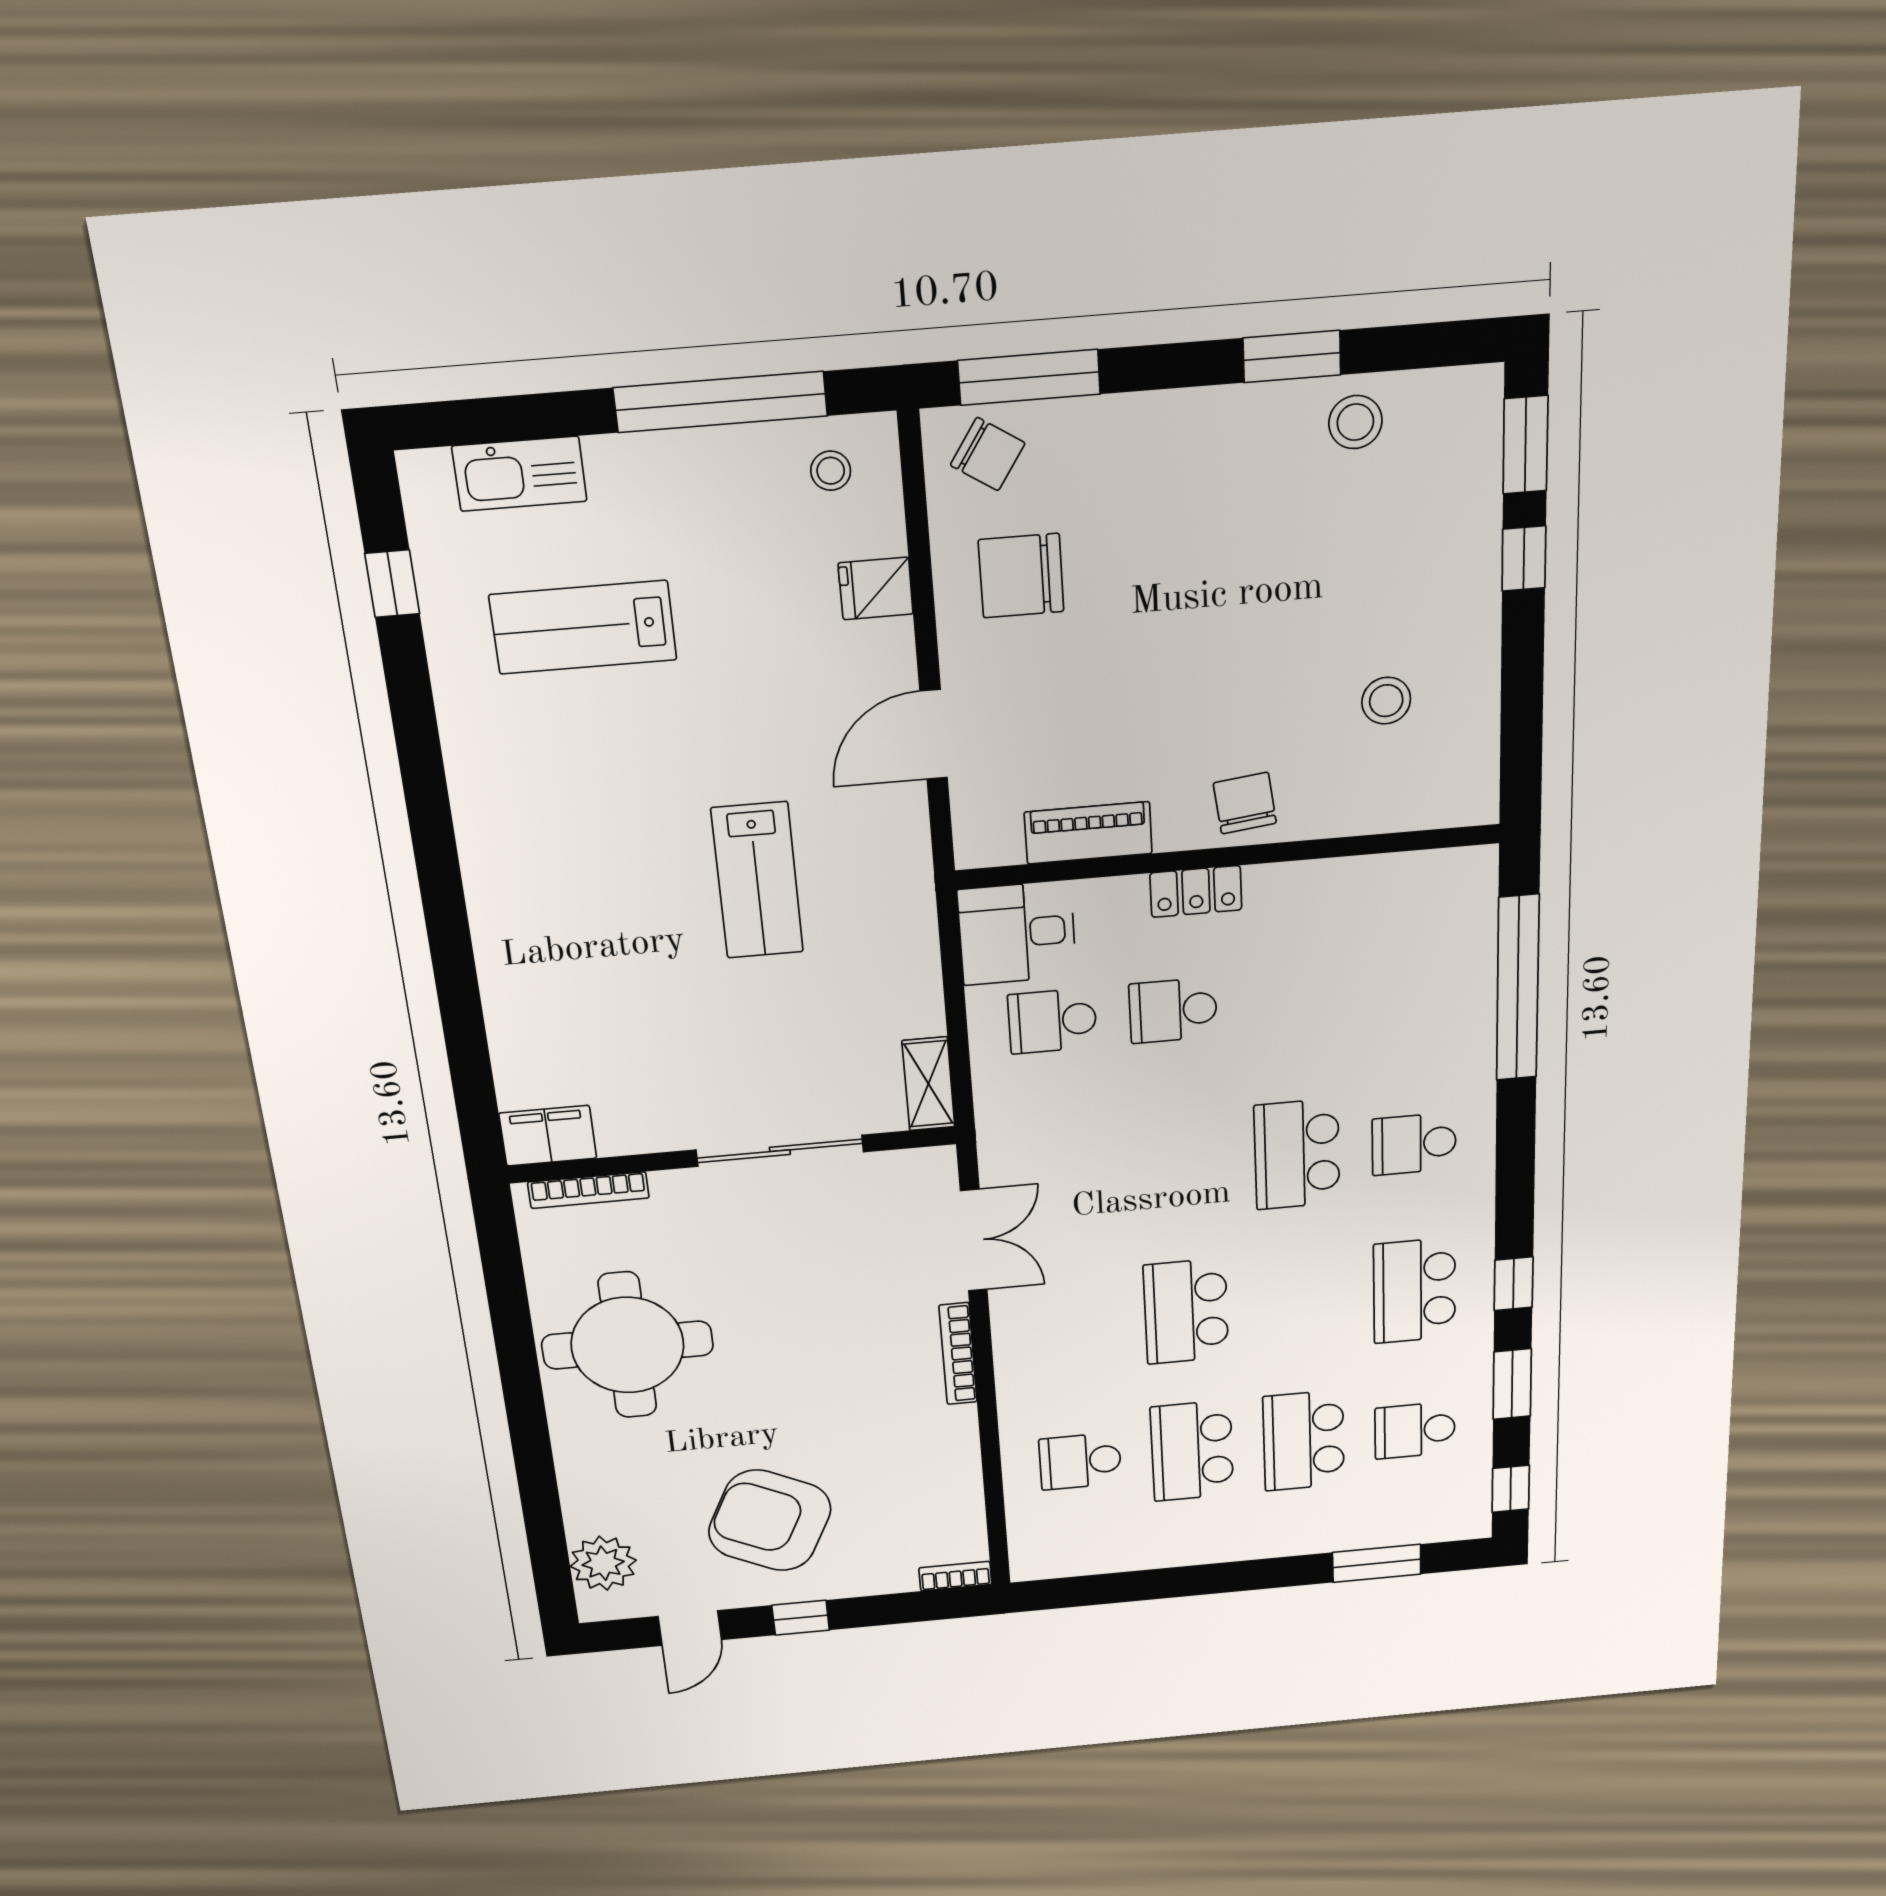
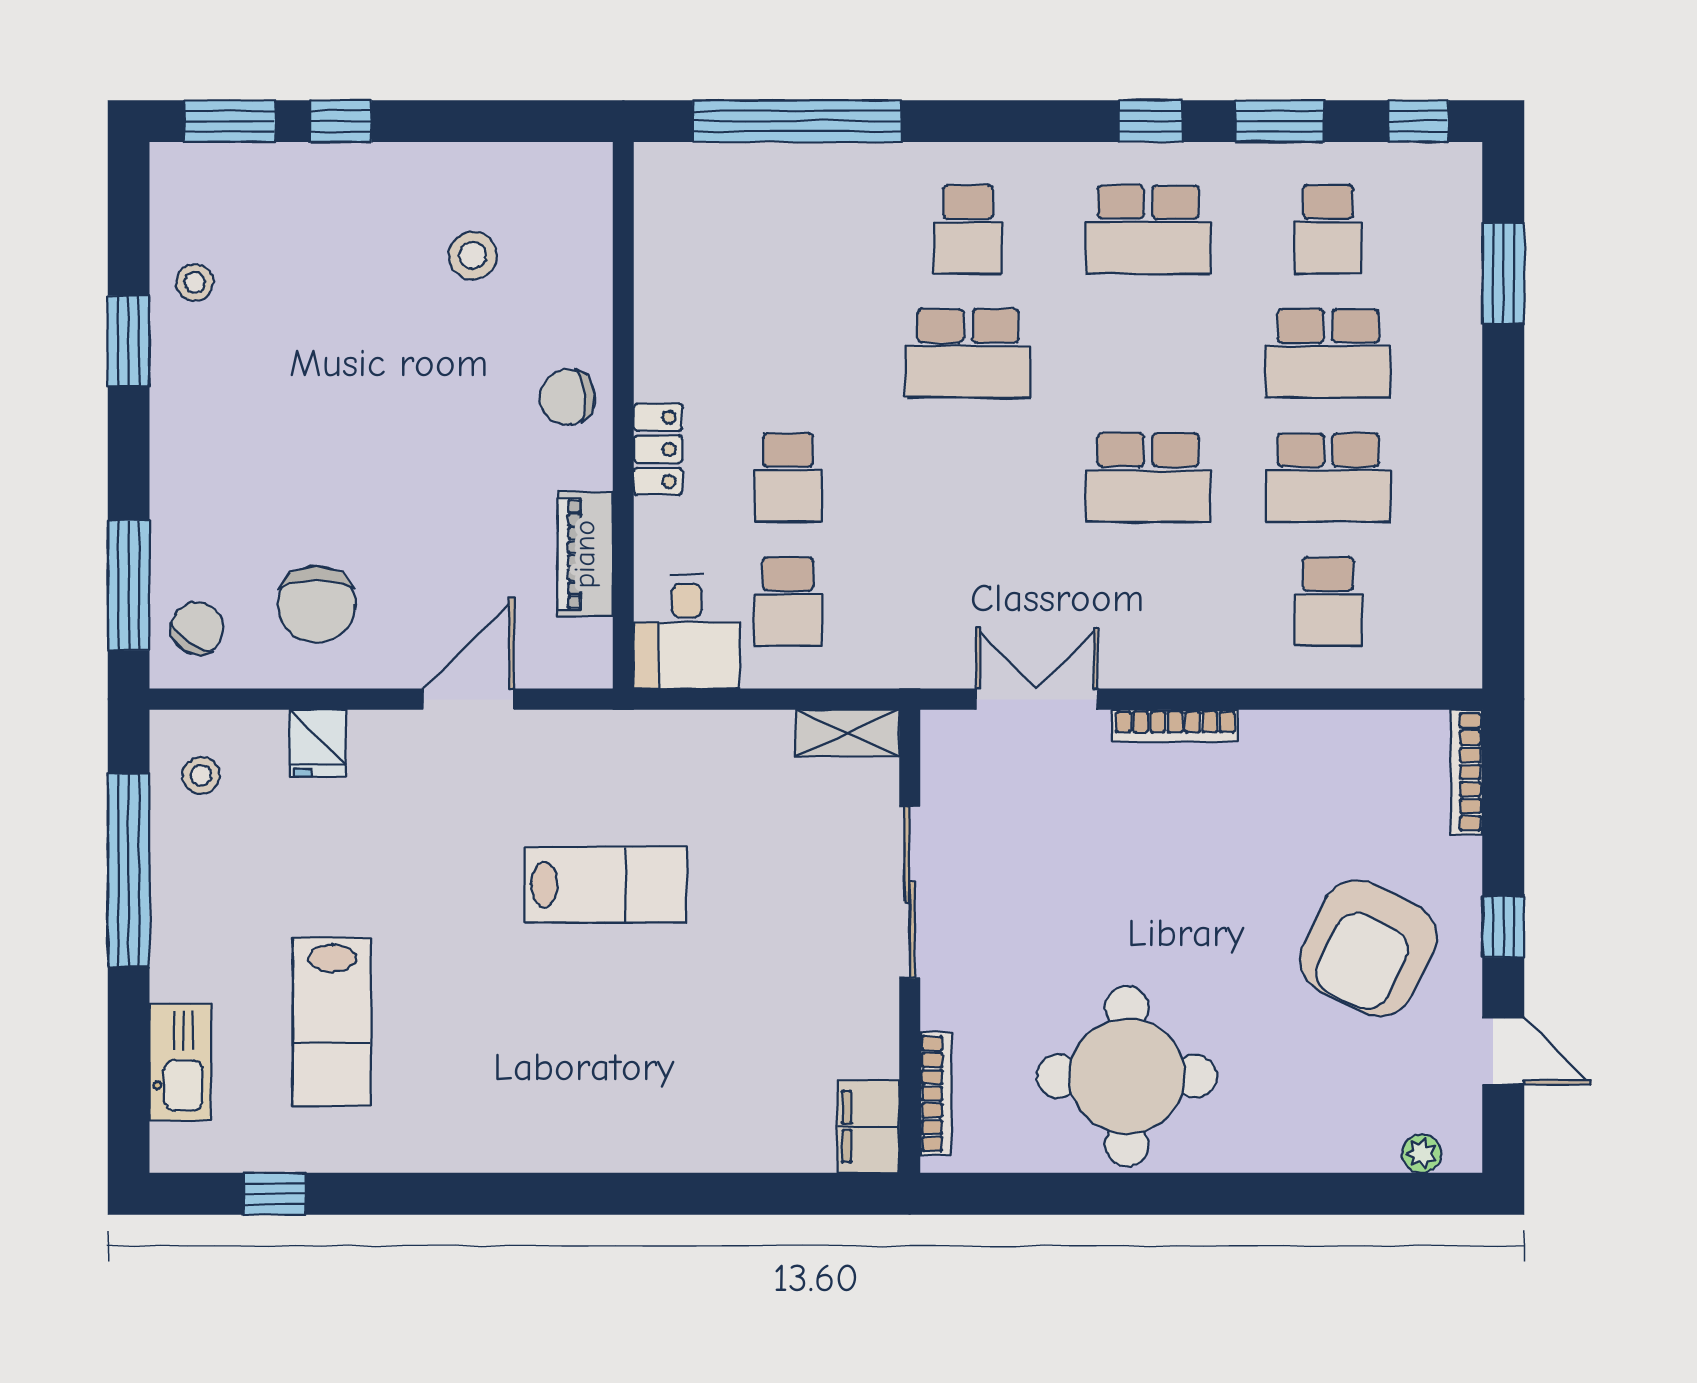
stool: (1355, 422) -> (195, 283), width x0.73, depth x0.73
door: (934, 734) -> (469, 699), swing flipped
plant: (603, 1563) -> (1422, 1153), width x0.53, depth x0.53
bookcase: (955, 1576) -> (1467, 772), width x1.56

